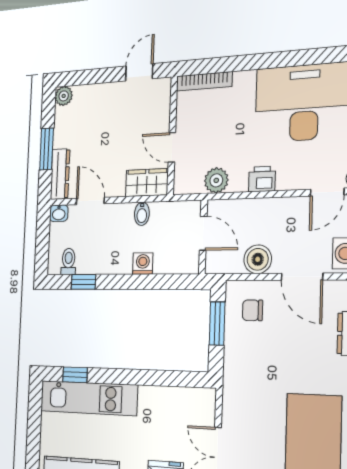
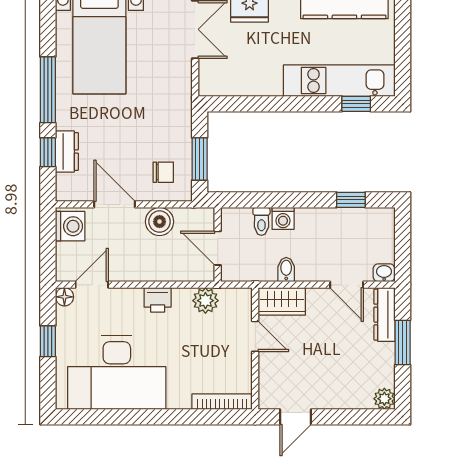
toilet: (68, 262) -> (261, 221), moved

